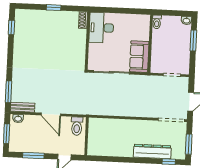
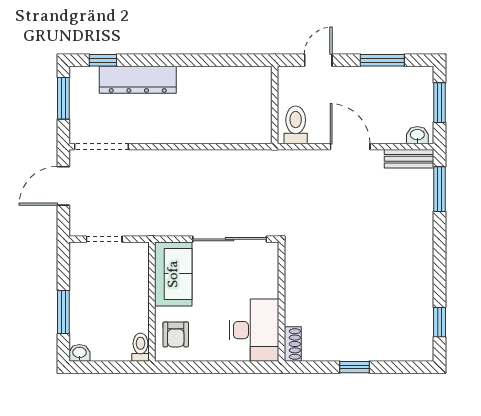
armchair: (139, 27) -> (176, 334), added

